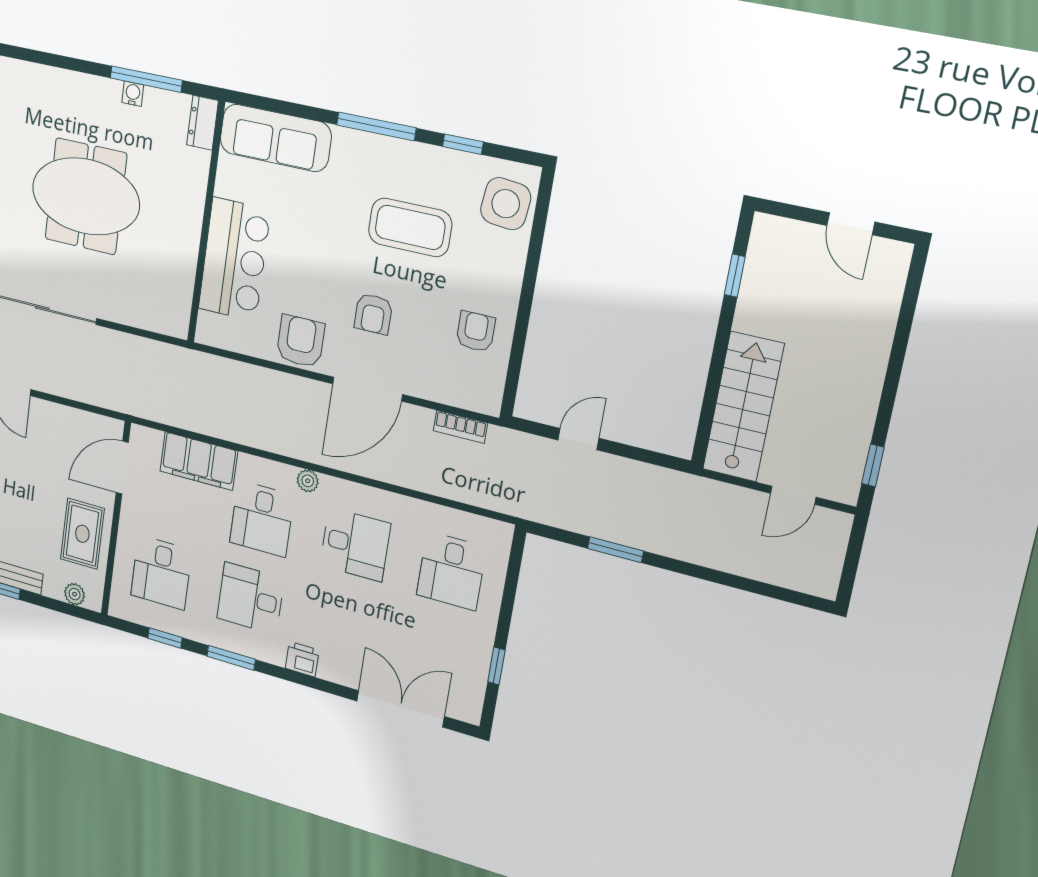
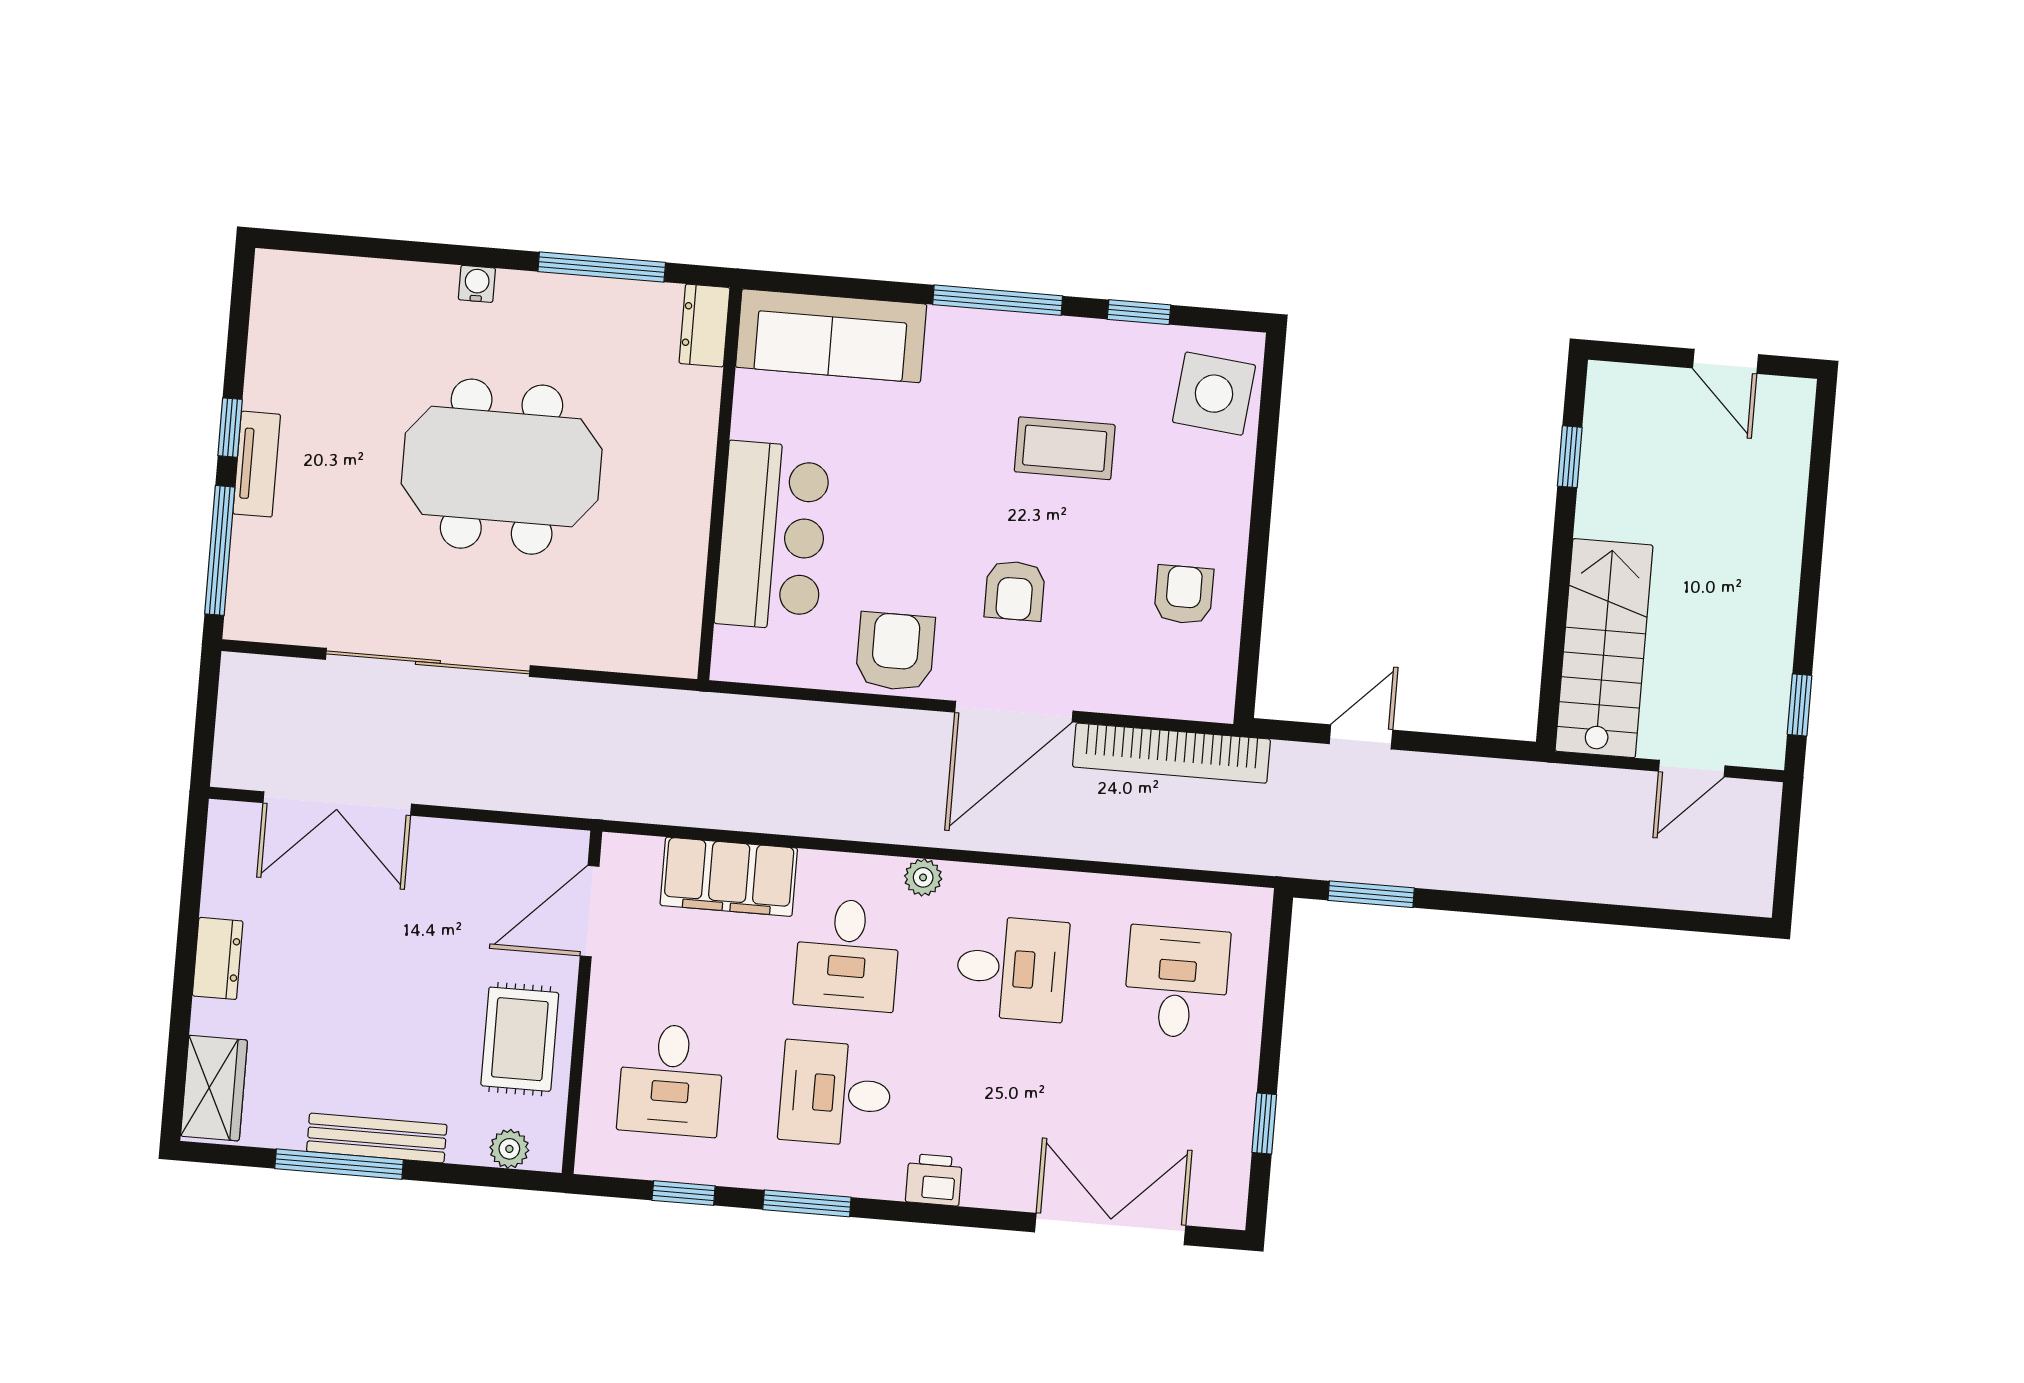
water cooler: (133, 94) -> (477, 284), moved
coffee table: (410, 227) -> (1065, 448), width x0.73, depth x0.76
bookcase: (460, 427) -> (1171, 753), width x2.31, depth x1.31
window: (615, 550) -> (1371, 894), moved
desk: (451, 571) -> (1177, 982), turned 180

